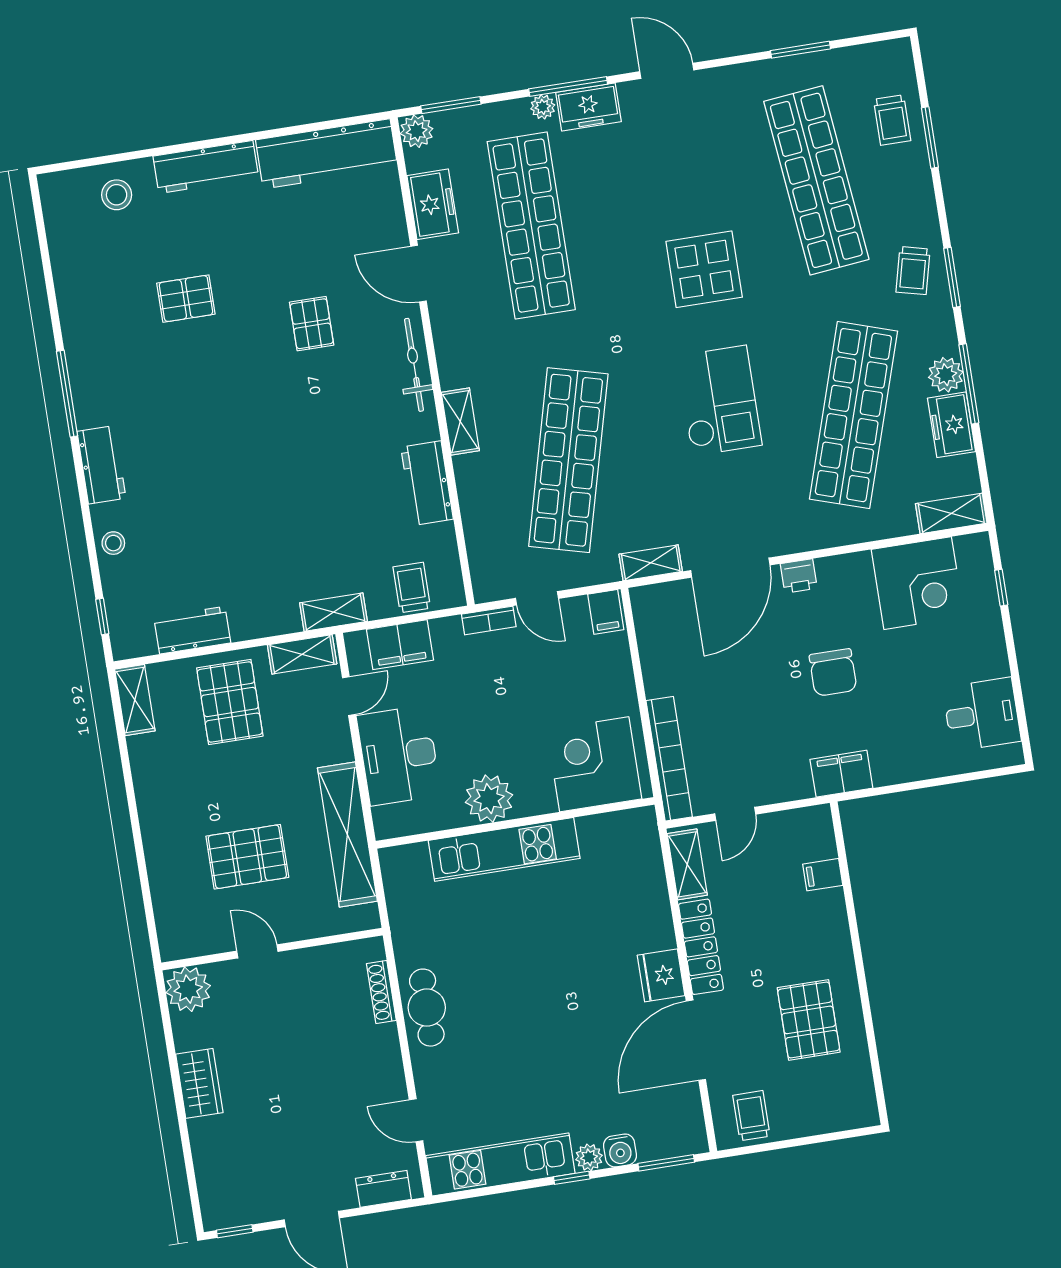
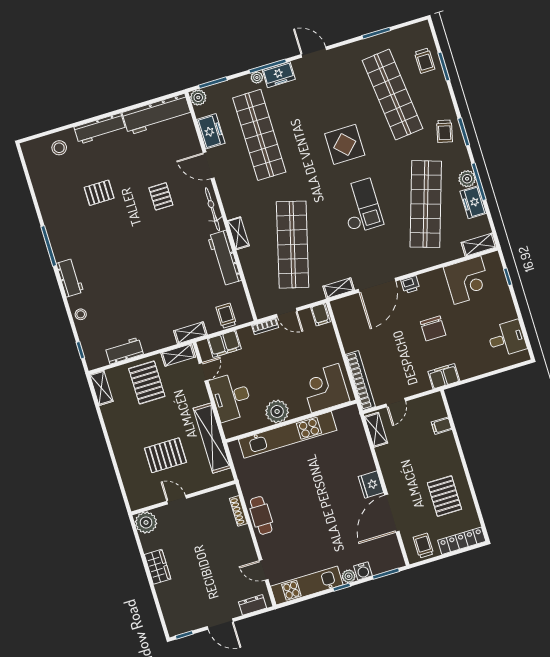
workbench: (427, 483) -> (224, 258), width x1.38
kitchen unit: (504, 849) -> (288, 435), width x1.36
locker: (701, 947) -> (462, 541), moved, turned -90

